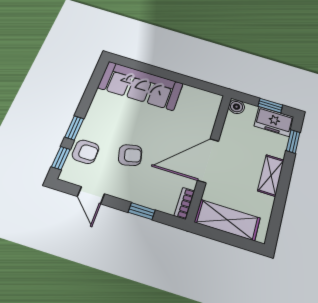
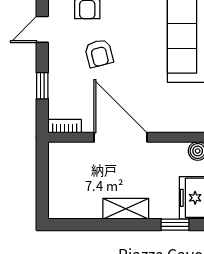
shelving: (227, 220) -> (61, 175), removed

